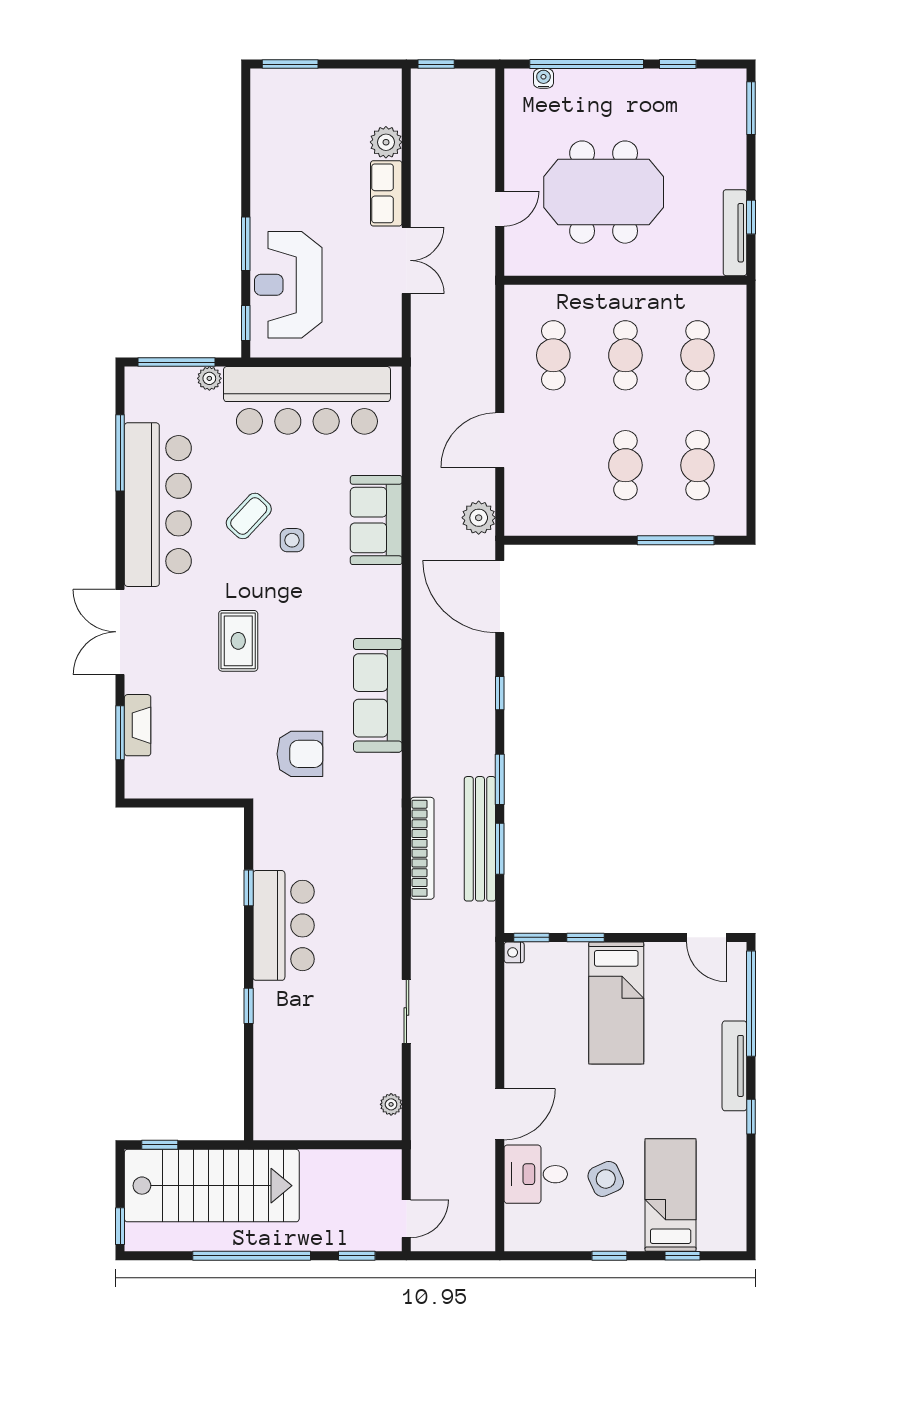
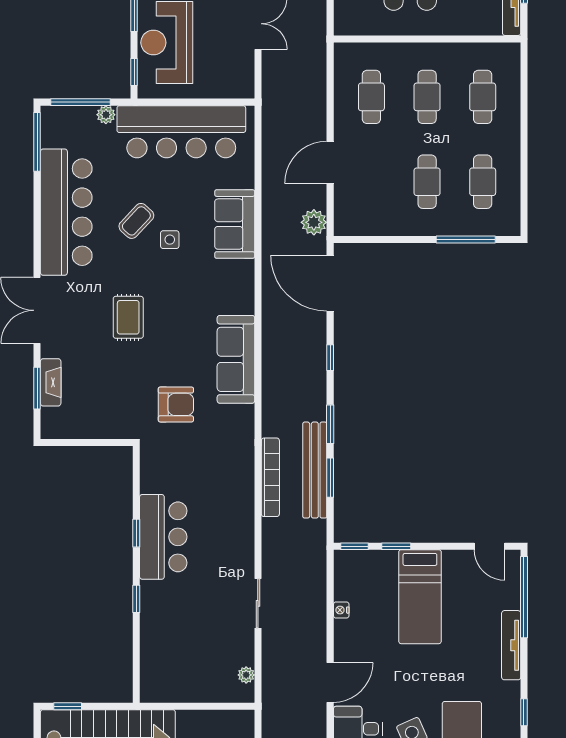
window: (120, 453) -> (37, 142), moved
window: (249, 888) -> (136, 533), moved
nightstand: (514, 952) -> (341, 610), moved
window: (751, 1117) -> (524, 712), moved

